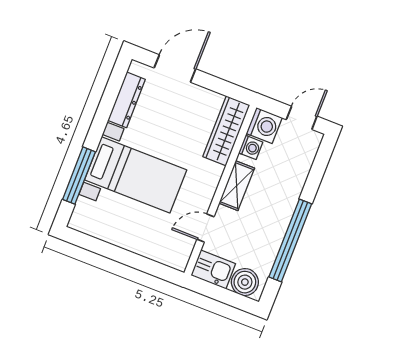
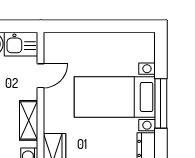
window: (79, 176) -> (161, 103), moved

